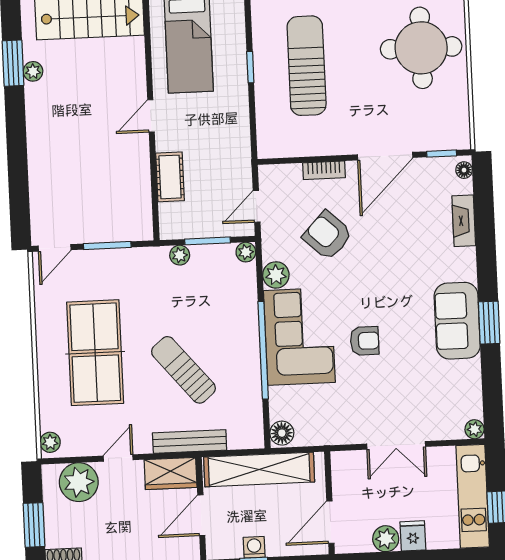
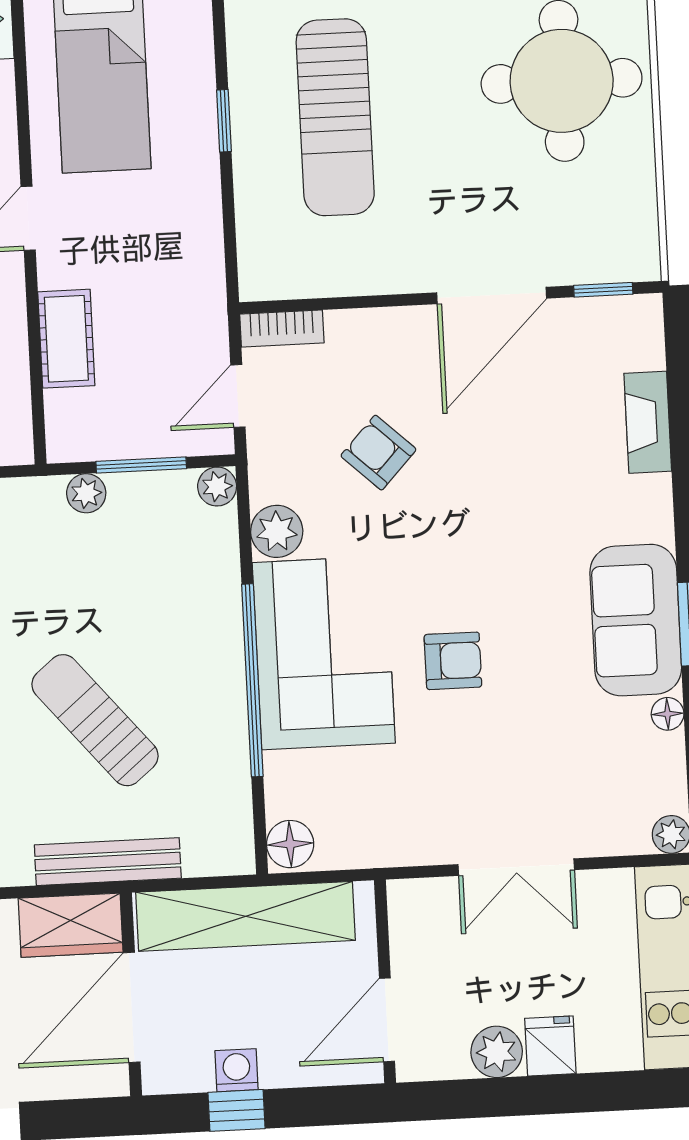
sun lounger: (307, 66) -> (335, 117), turned 180
bookcase: (324, 170) -> (282, 329), moved
floor lamp: (464, 170) -> (668, 714), moved
armchair: (328, 235) -> (378, 453), width x0.72, depth x0.72
door: (201, 515) -> (132, 1007), width x1.36

